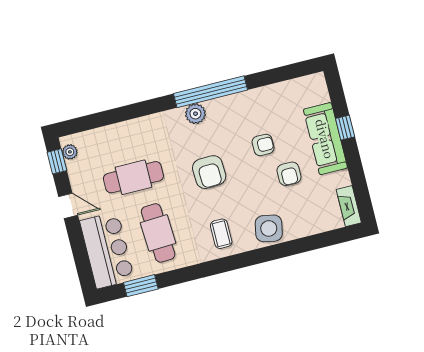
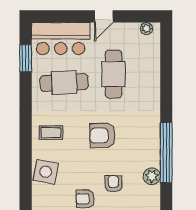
plant: (195, 114) -> (152, 176), moved
armchair: (263, 145) -> (113, 184), turned 180
window: (57, 161) -> (142, 16), removed

